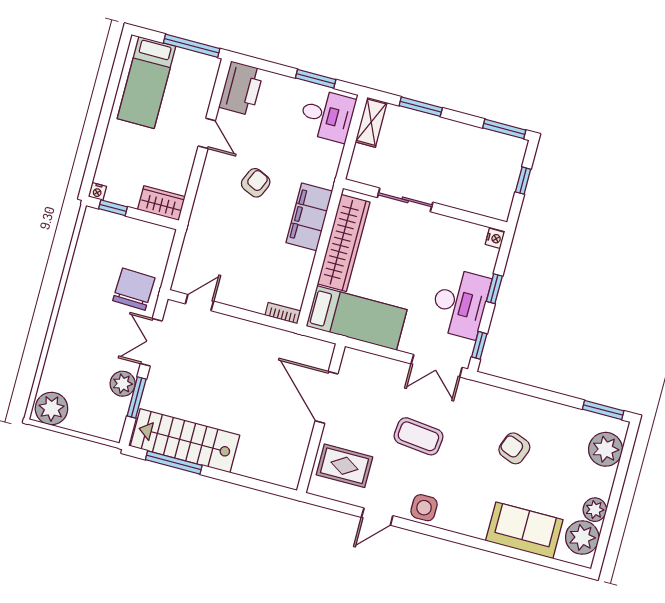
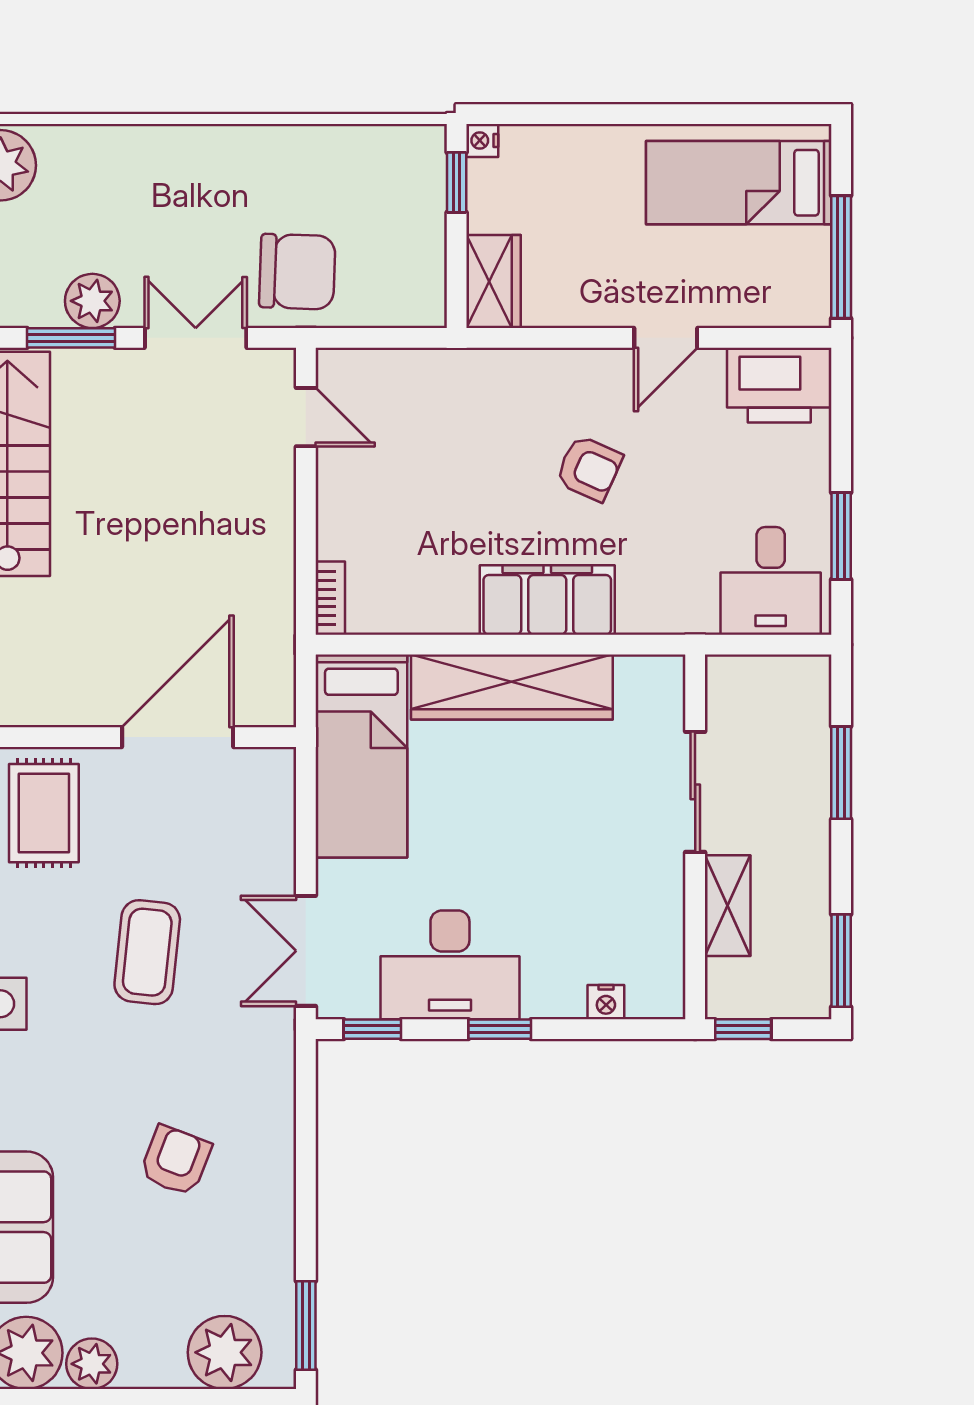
shelving: (371, 122) -> (728, 906), moved, turned 90
sliding door: (405, 200) -> (695, 792), moved
wall: (425, 205) -> (695, 837), moved

